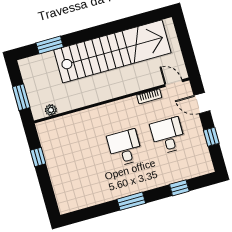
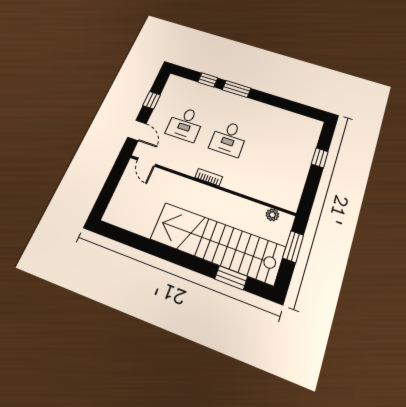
stairs: (112, 51) -> (218, 243), moved
bookcase: (149, 96) -> (209, 177), moved
window: (38, 157) -> (320, 158), moved
window: (131, 201) -> (237, 89), moved

